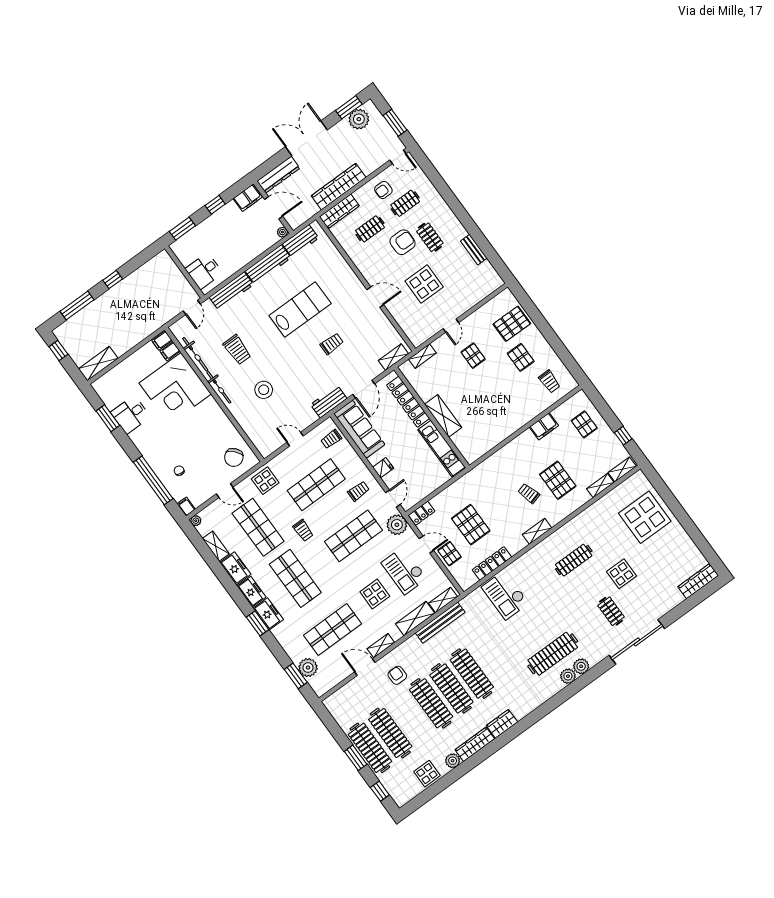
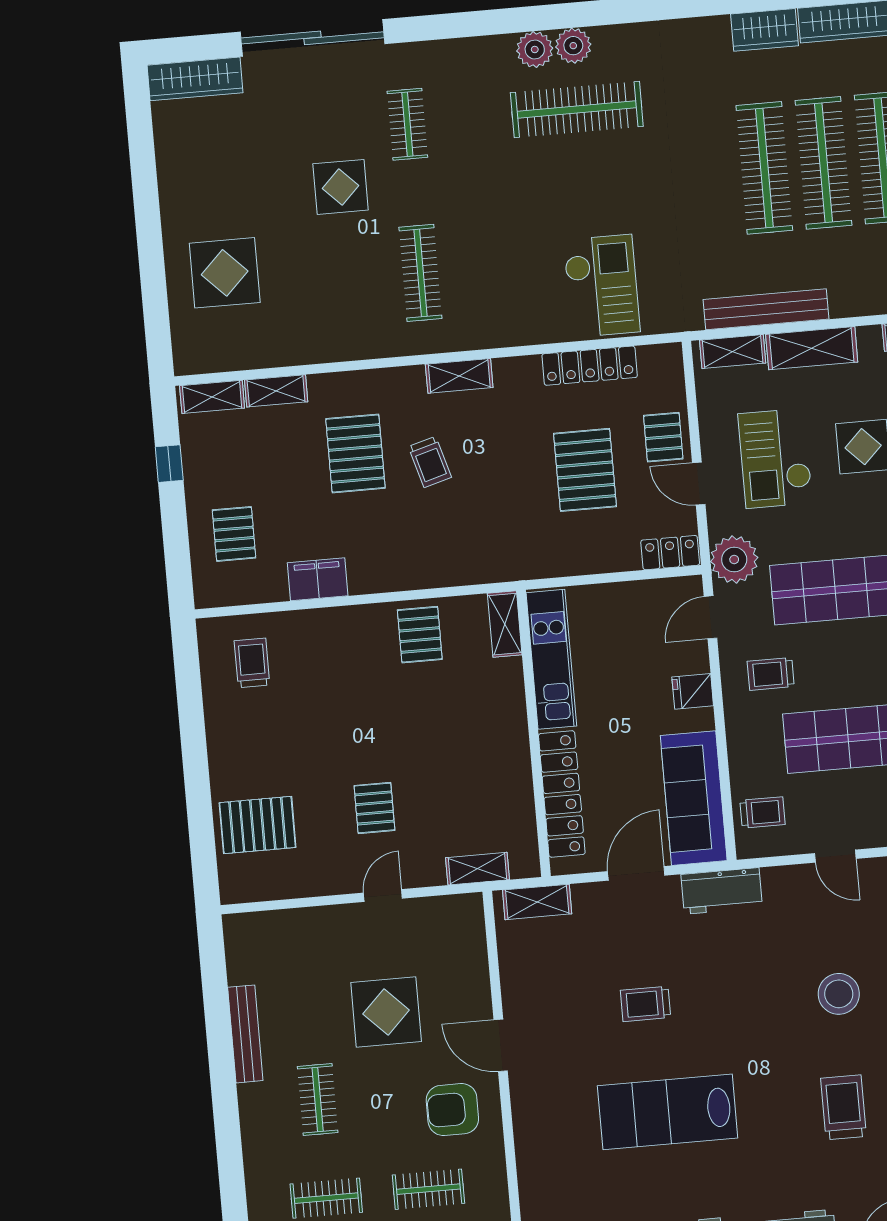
armchair: (403, 242) -> (452, 1110), moved
bench: (474, 250) -> (245, 1034), width x1.36
pallet: (521, 357) -> (420, 635), moved
shelving: (443, 416) -> (505, 624), moved, width x0.67, depth x0.75
display table: (645, 517) -> (225, 273), width x0.73, depth x0.73
clothes rail: (574, 560) -> (420, 273), turned 90
checkout: (404, 571) -> (775, 458), turned 180
sliding door: (637, 642) -> (312, 38), moved

